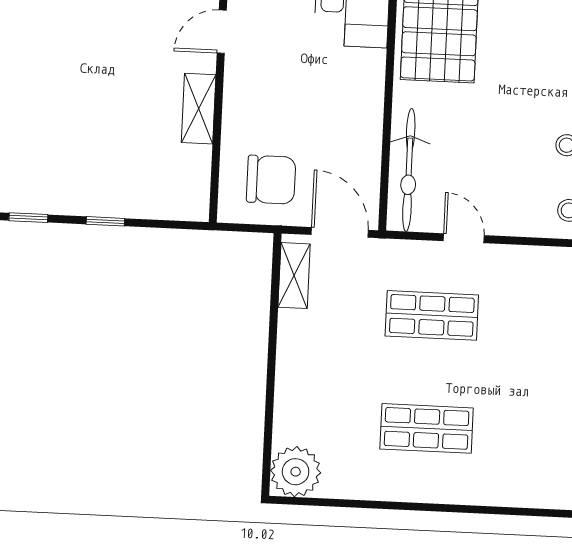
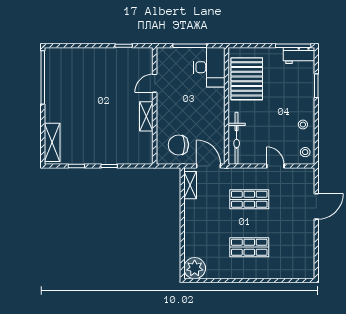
chair: (271, 180) -> (178, 145), turned 180
door: (464, 238) -> (275, 166), moved

